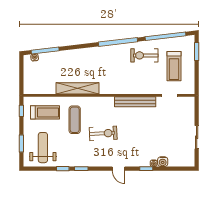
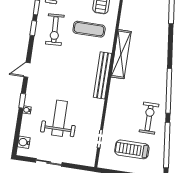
shelving: (77, 88) -> (121, 54), moved
bench: (135, 102) -> (102, 75), moved
exercise bike: (103, 133) -> (55, 30), moved
weight bench: (156, 134) -> (60, 118), added
water cooler: (163, 162) -> (24, 142), moved

